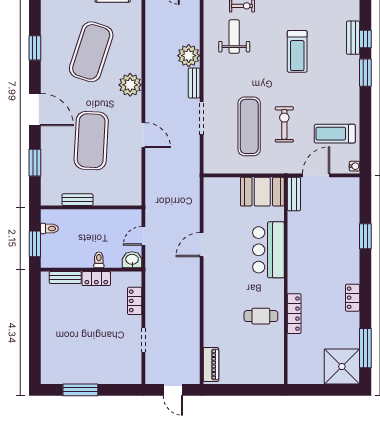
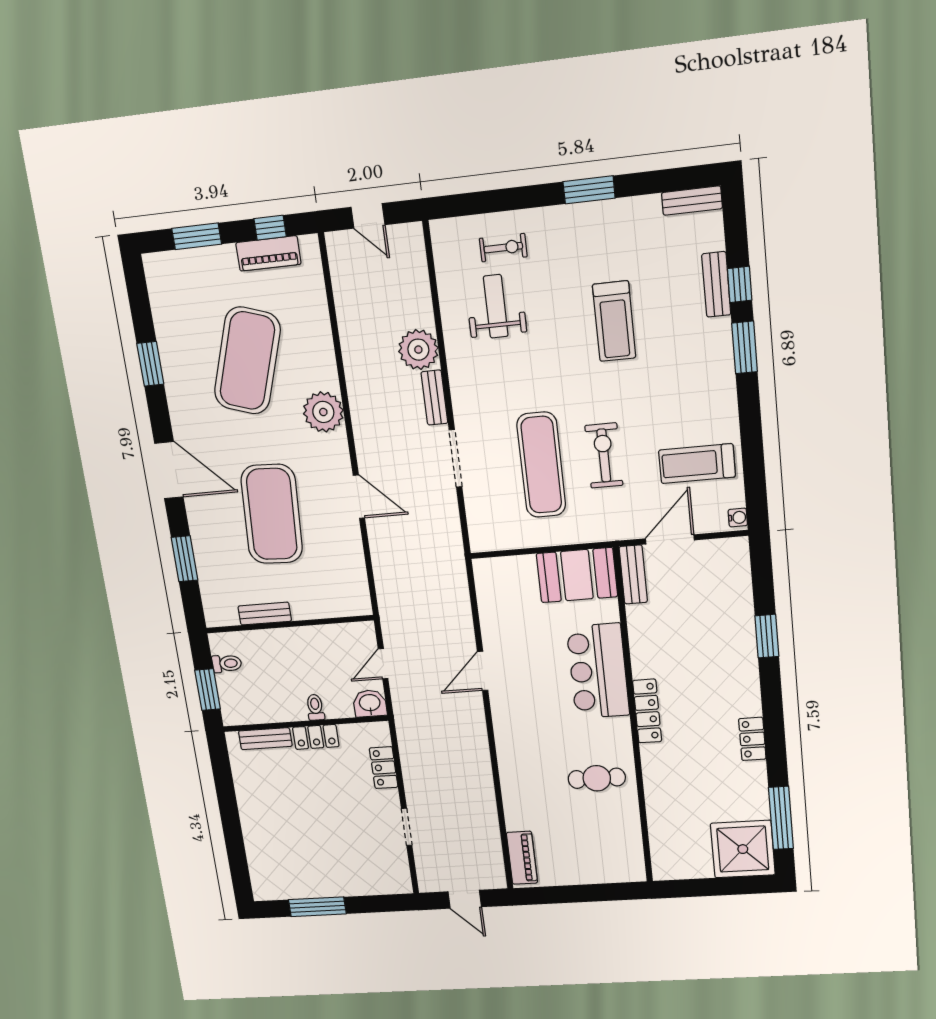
locker: (294, 314) -> (647, 711), moved

